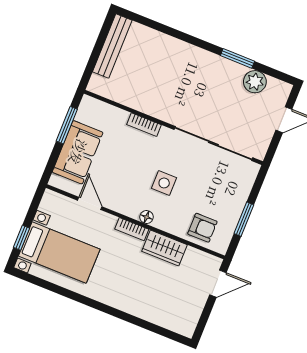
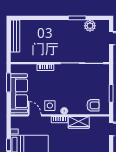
sofa: (78, 152) -> (19, 93), width x1.36
side table: (164, 183) -> (50, 106), moved

